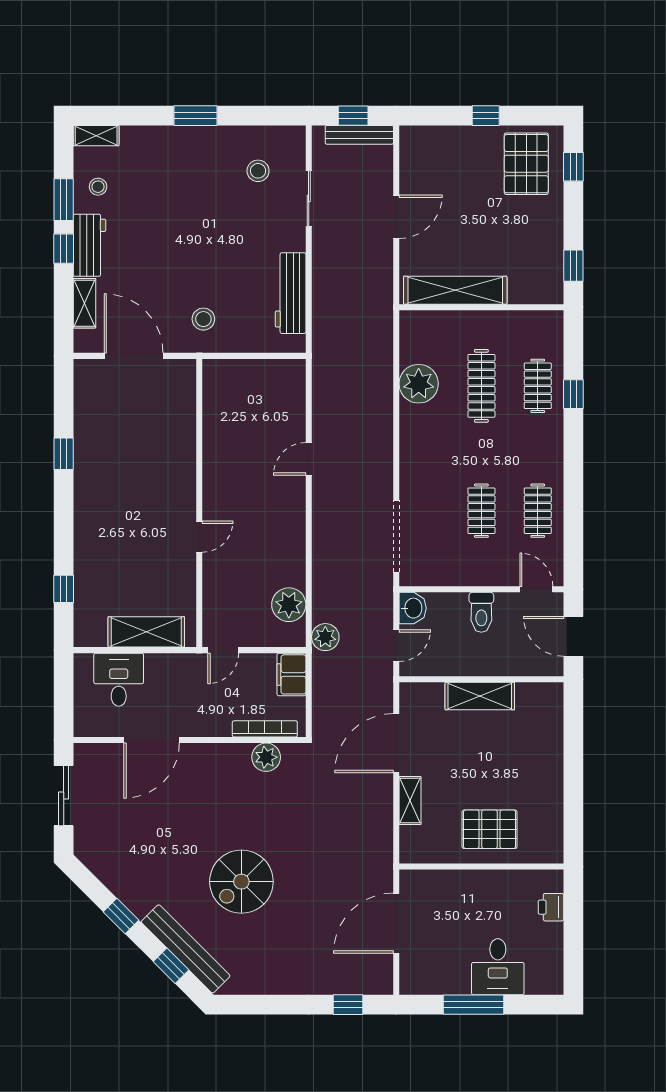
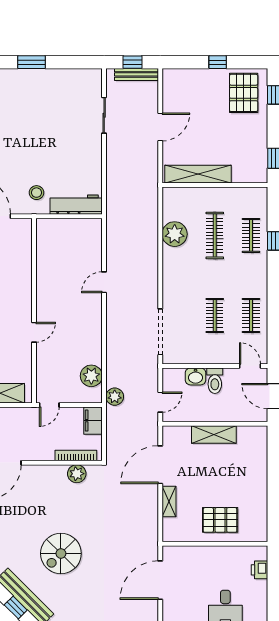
stool: (258, 171) -> (72, 98), removed
workbench: (291, 293) -> (76, 205), moved, turned 90
washbasin: (413, 608) -> (196, 376), moved, turned 90

